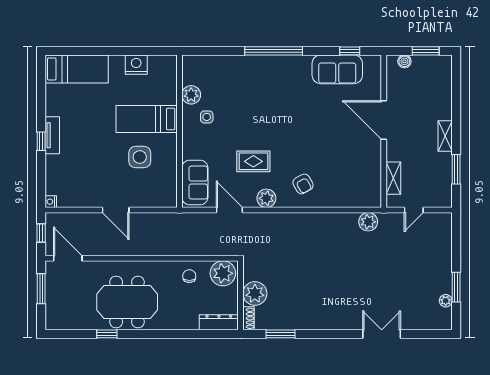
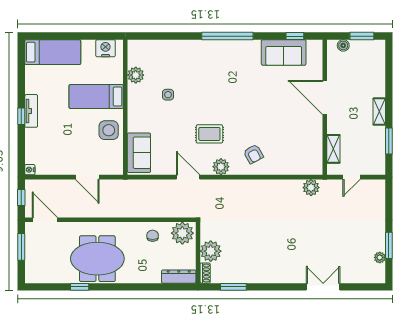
plant: (191, 95) -> (136, 75), moved
bed: (147, 119) -> (96, 96), moved
wall: (179, 131) -> (125, 107), moved
sofa: (195, 183) -> (139, 153), moved

